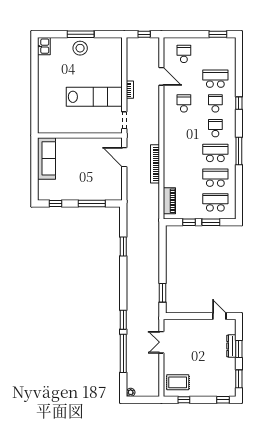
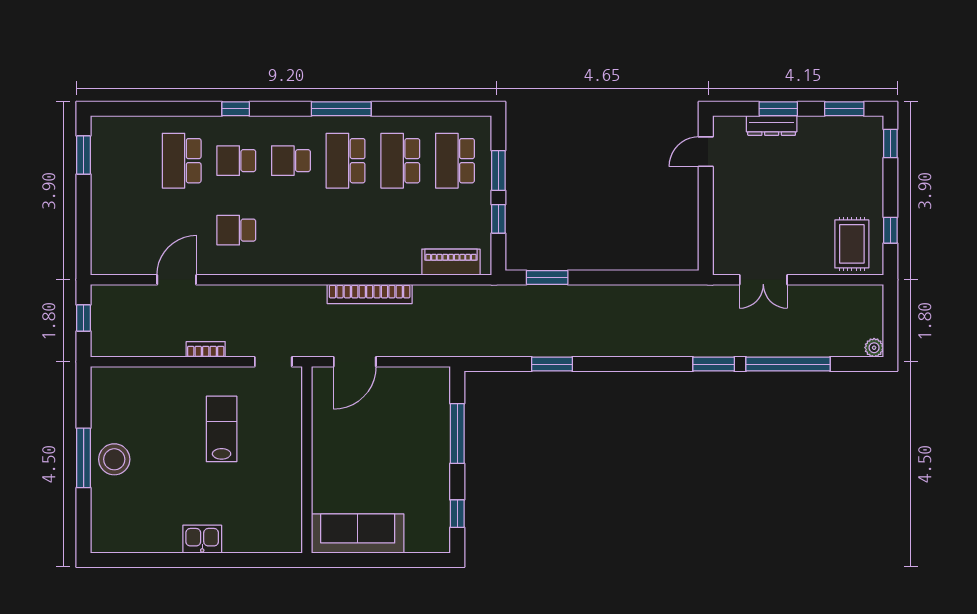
kitchen sink: (44, 46) -> (202, 539), moved
school desk: (184, 54) -> (127, 230), removed
lab bench: (94, 97) -> (222, 429), width x0.54, depth x0.72
window: (162, 293) -> (547, 277), moved

